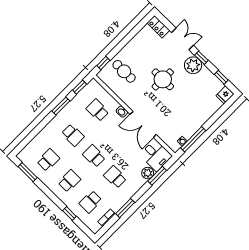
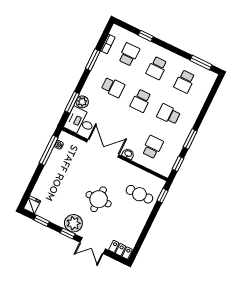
school desk: (97, 110) -> (153, 147), turned -90
school desk: (94, 156) -> (141, 101), turned 90

